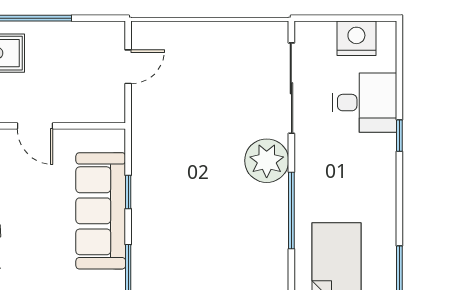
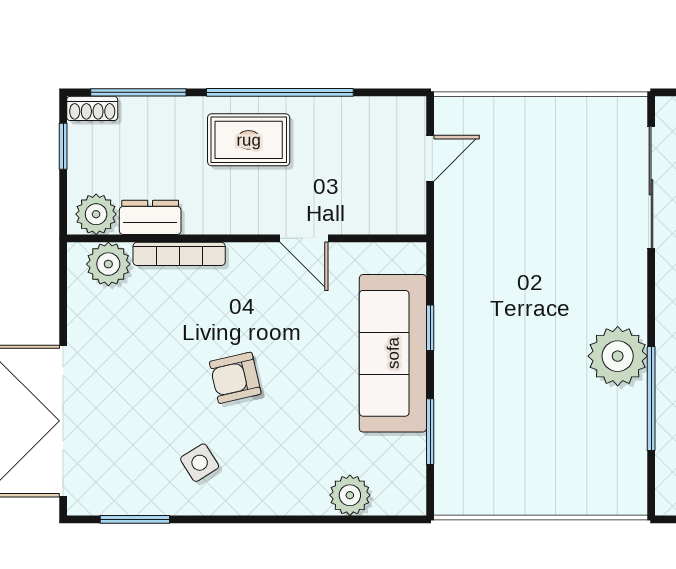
plant: (267, 161) -> (618, 356), moved
window: (291, 211) -> (651, 399), moved

